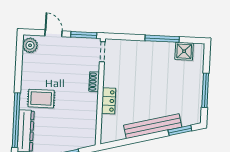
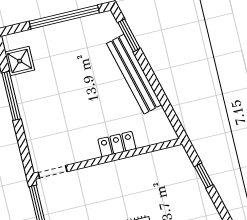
shoe rack: (94, 82) -> (97, 171), removed
window: (205, 90) -> (64, 17), width x1.46

